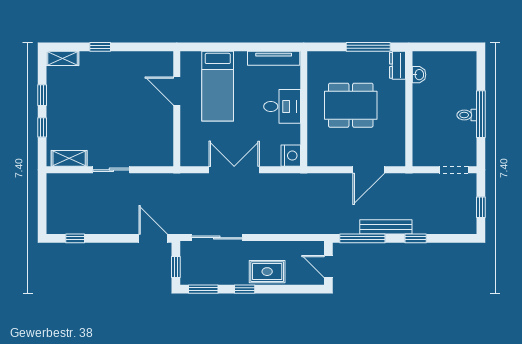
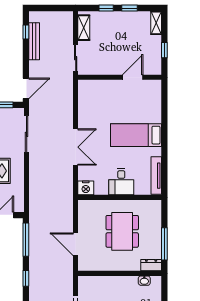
door: (177, 91) -> (133, 77), moved
wall: (177, 109) -> (120, 77), moved
bench: (386, 227) -> (34, 41), moved

